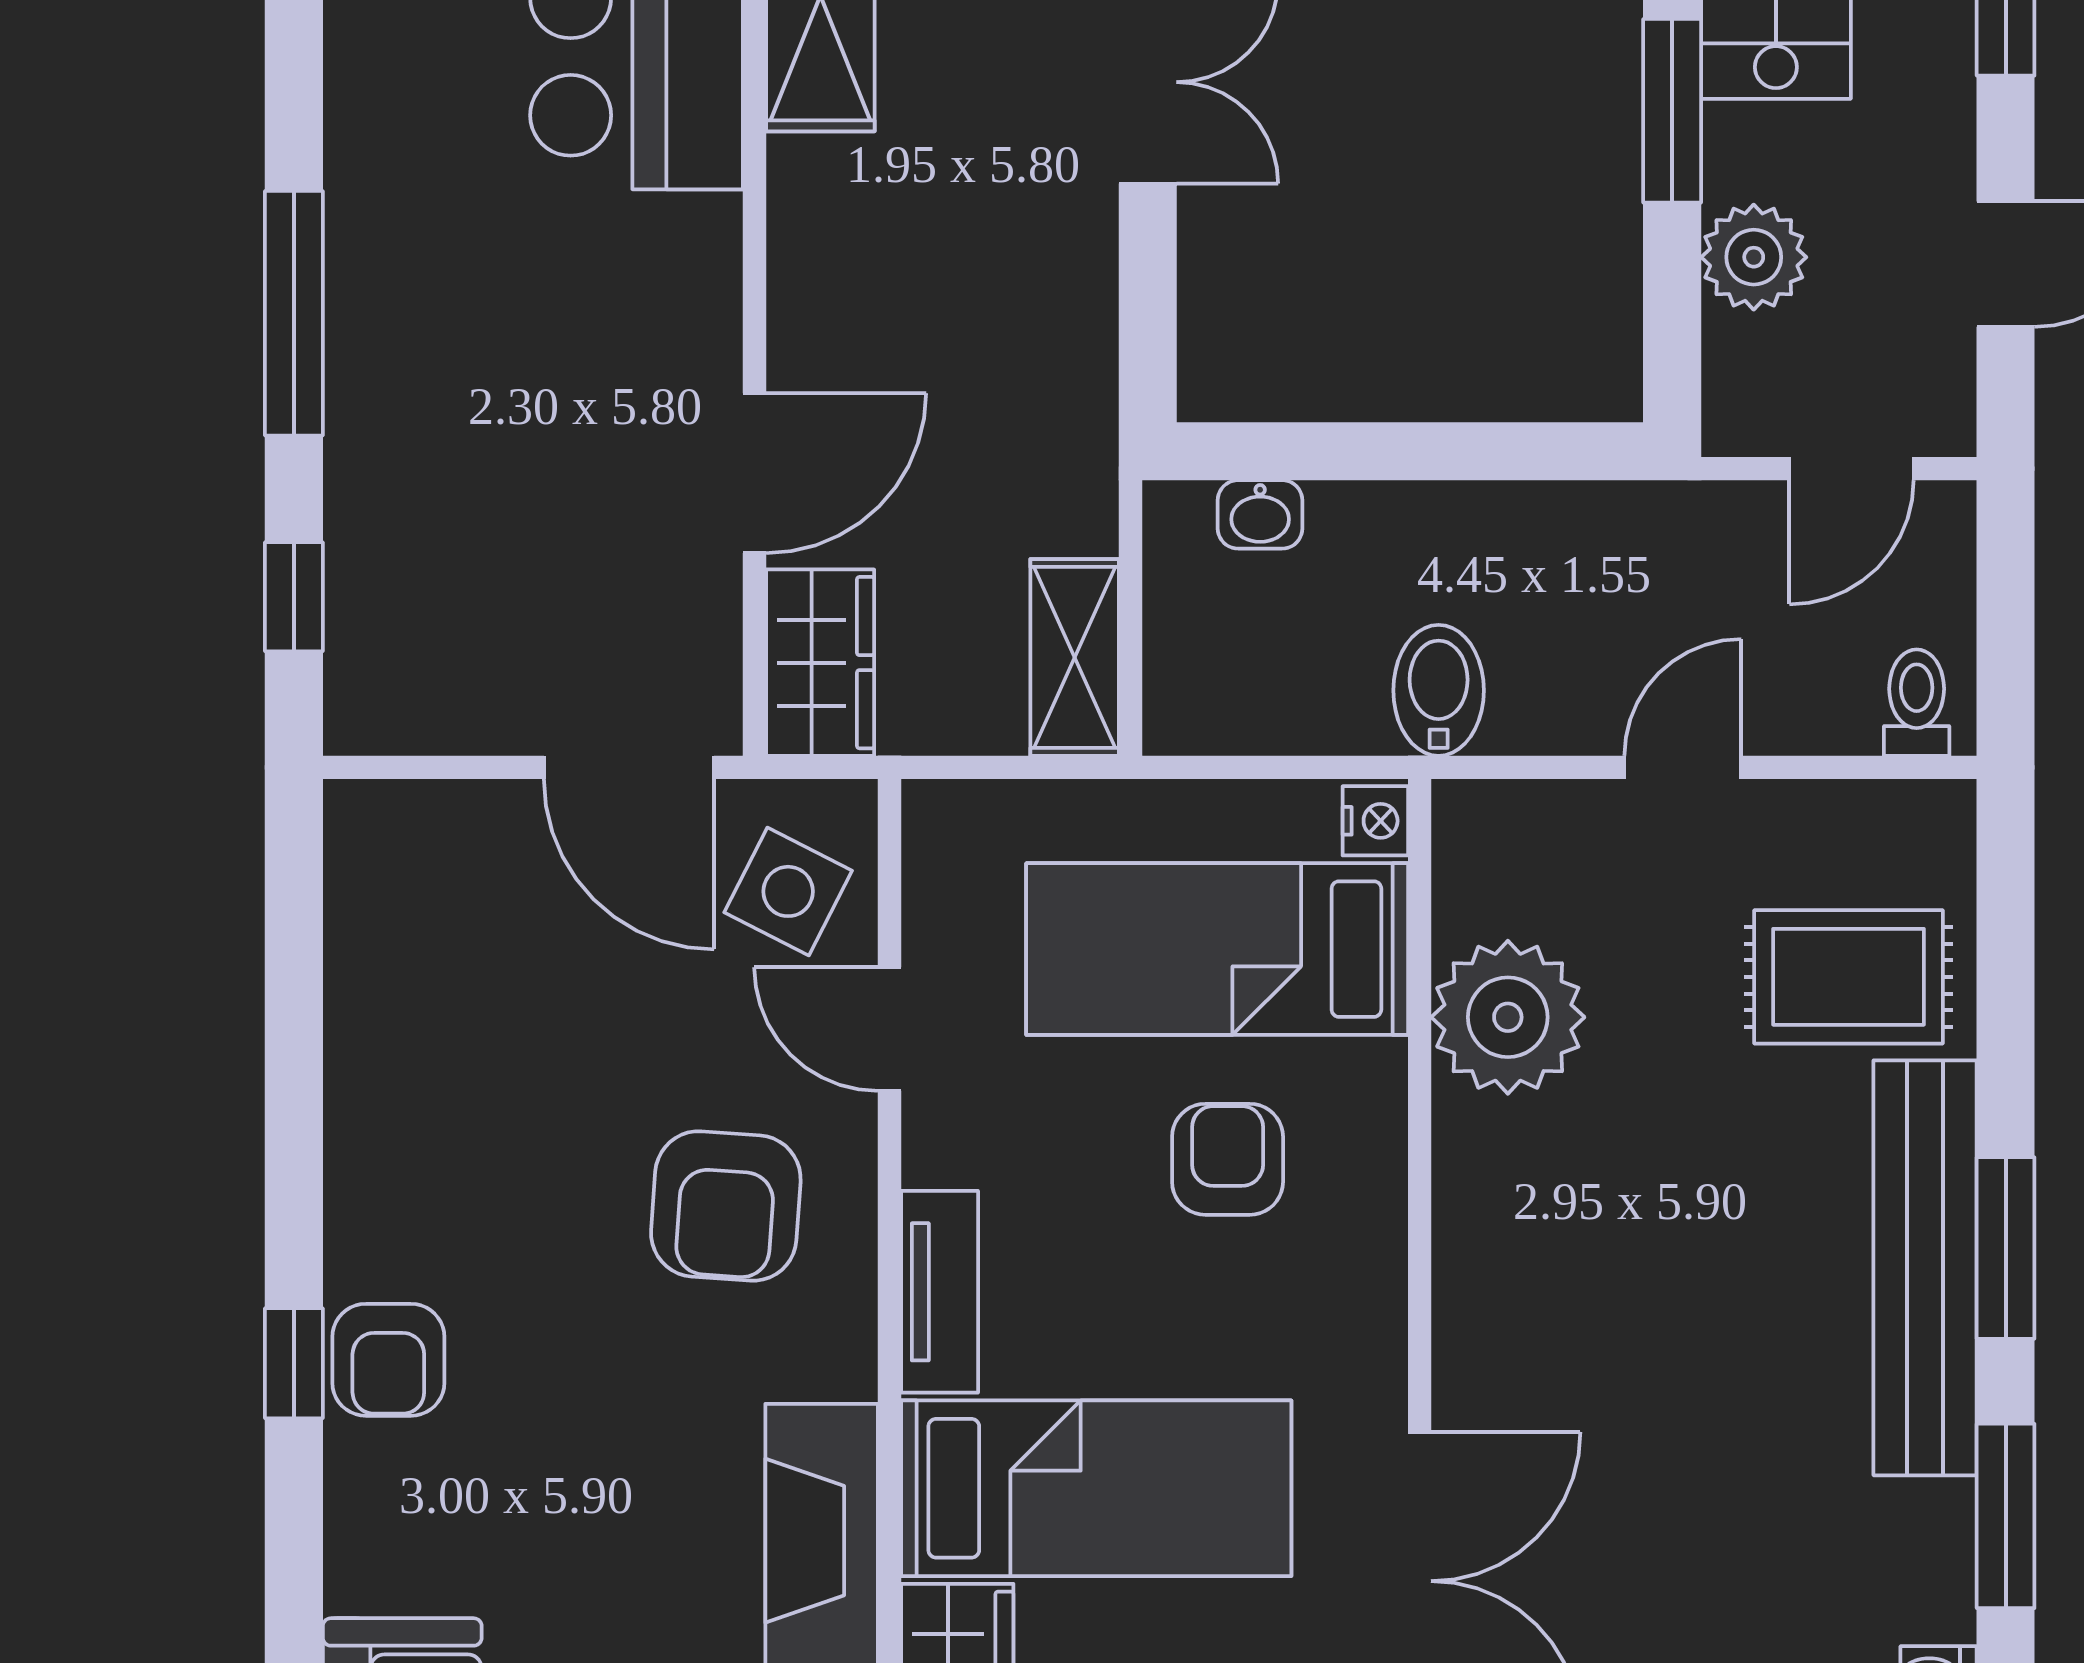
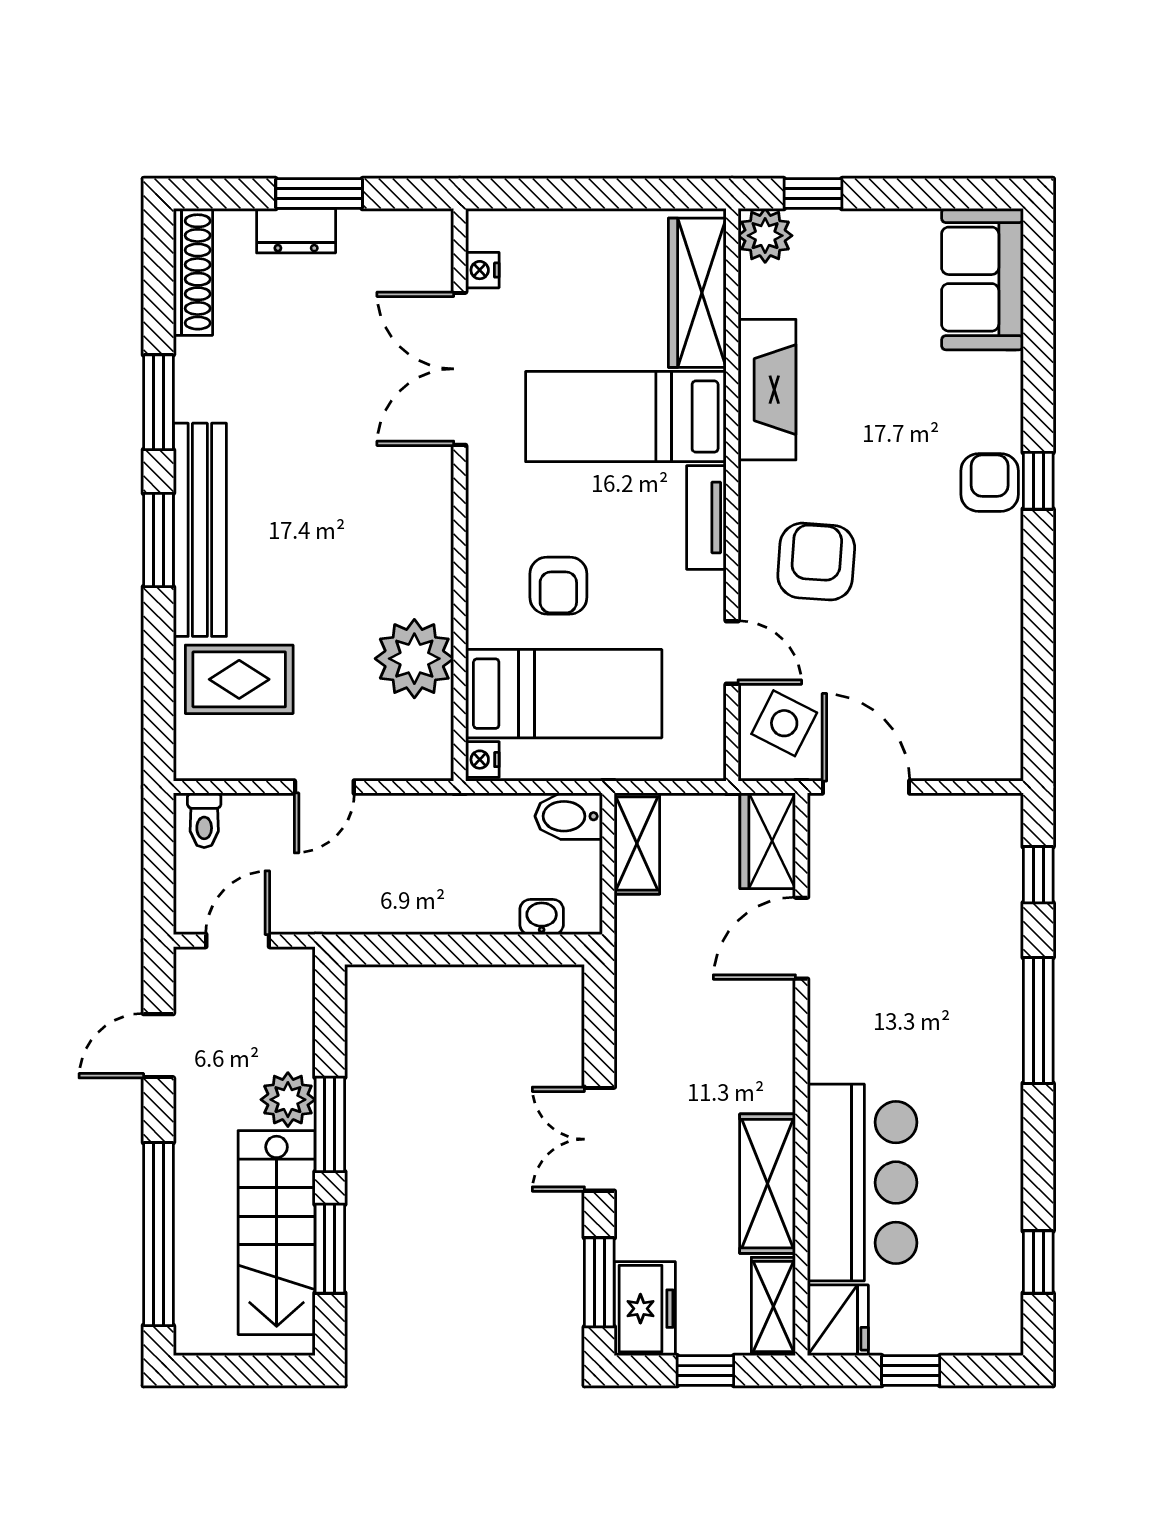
plant: (1754, 257) -> (288, 1100), moved
bidet: (1439, 690) -> (569, 816), moved, turned 90

